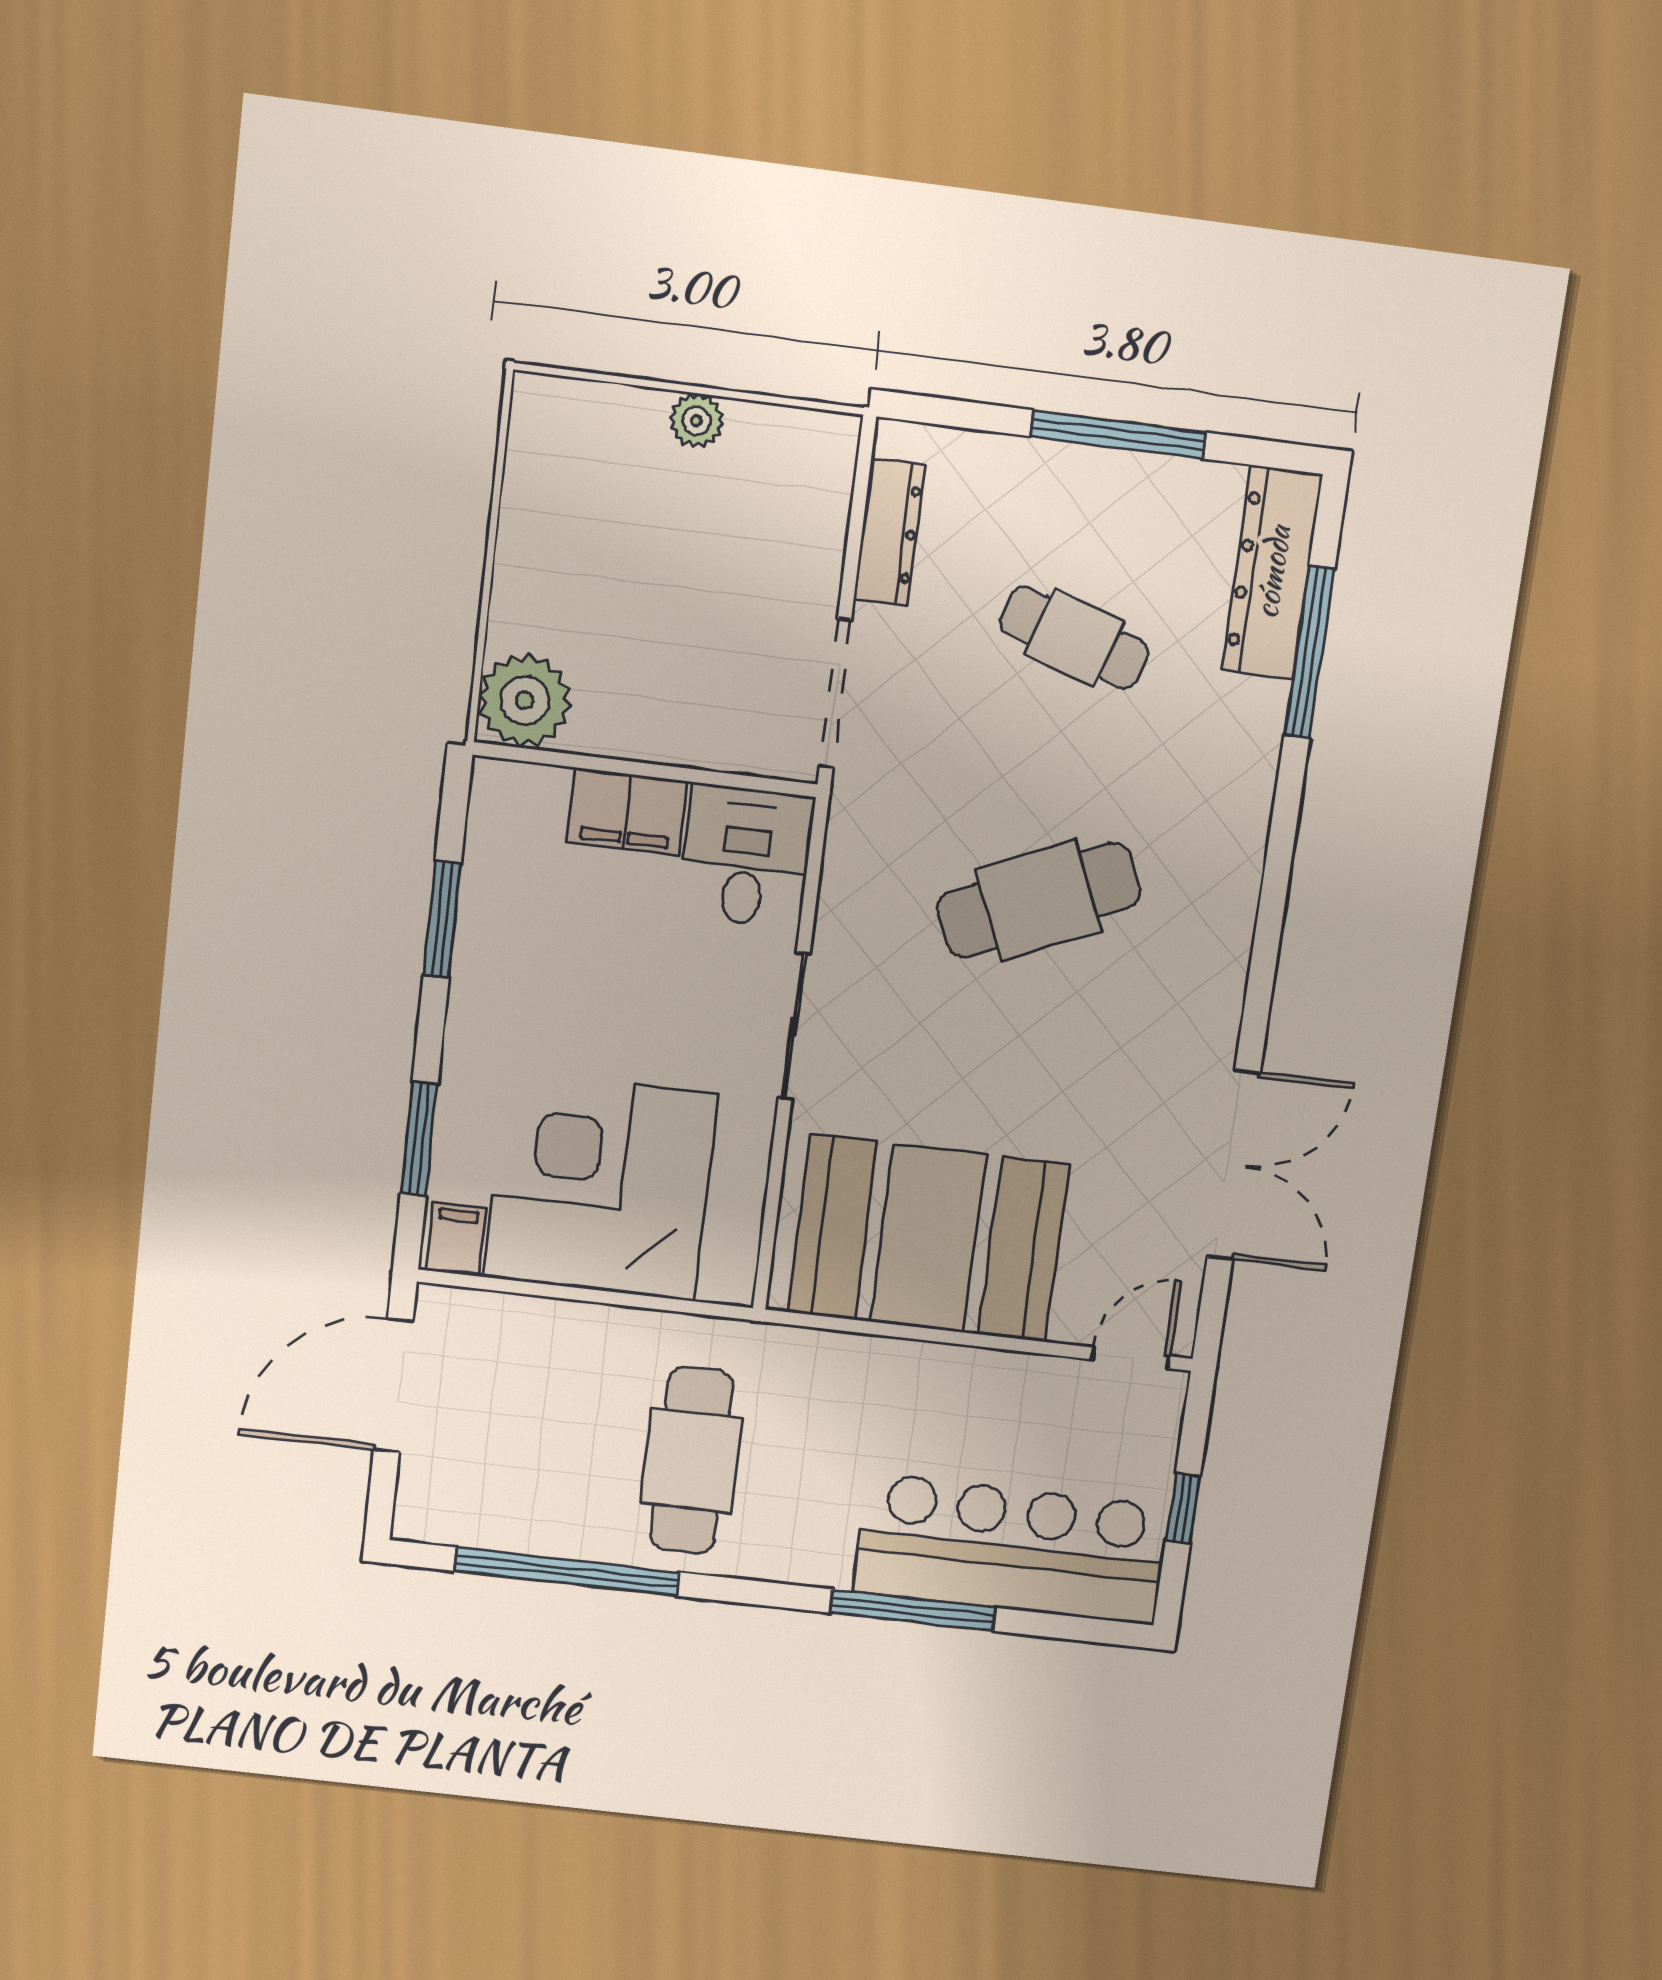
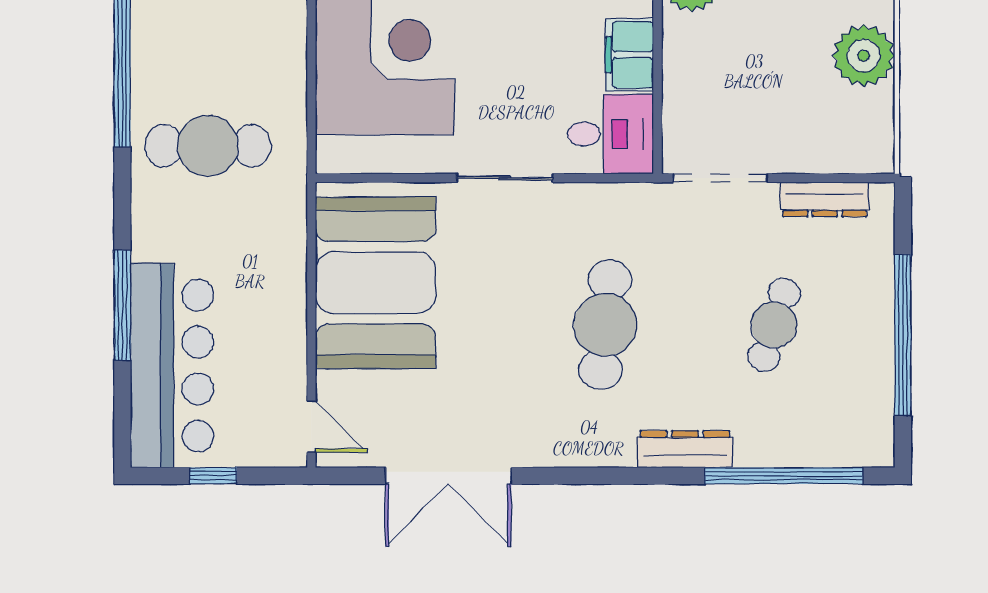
plant: (696, 420) -> (864, 56), width x1.88, depth x1.88
window: (1118, 434) -> (903, 335), width x1.46
dresser: (1272, 572) -> (685, 449), moved, width x0.73, depth x0.80
window: (1309, 652) -> (784, 476), width x1.46
cafe table: (1039, 900) -> (605, 325), turned 30

